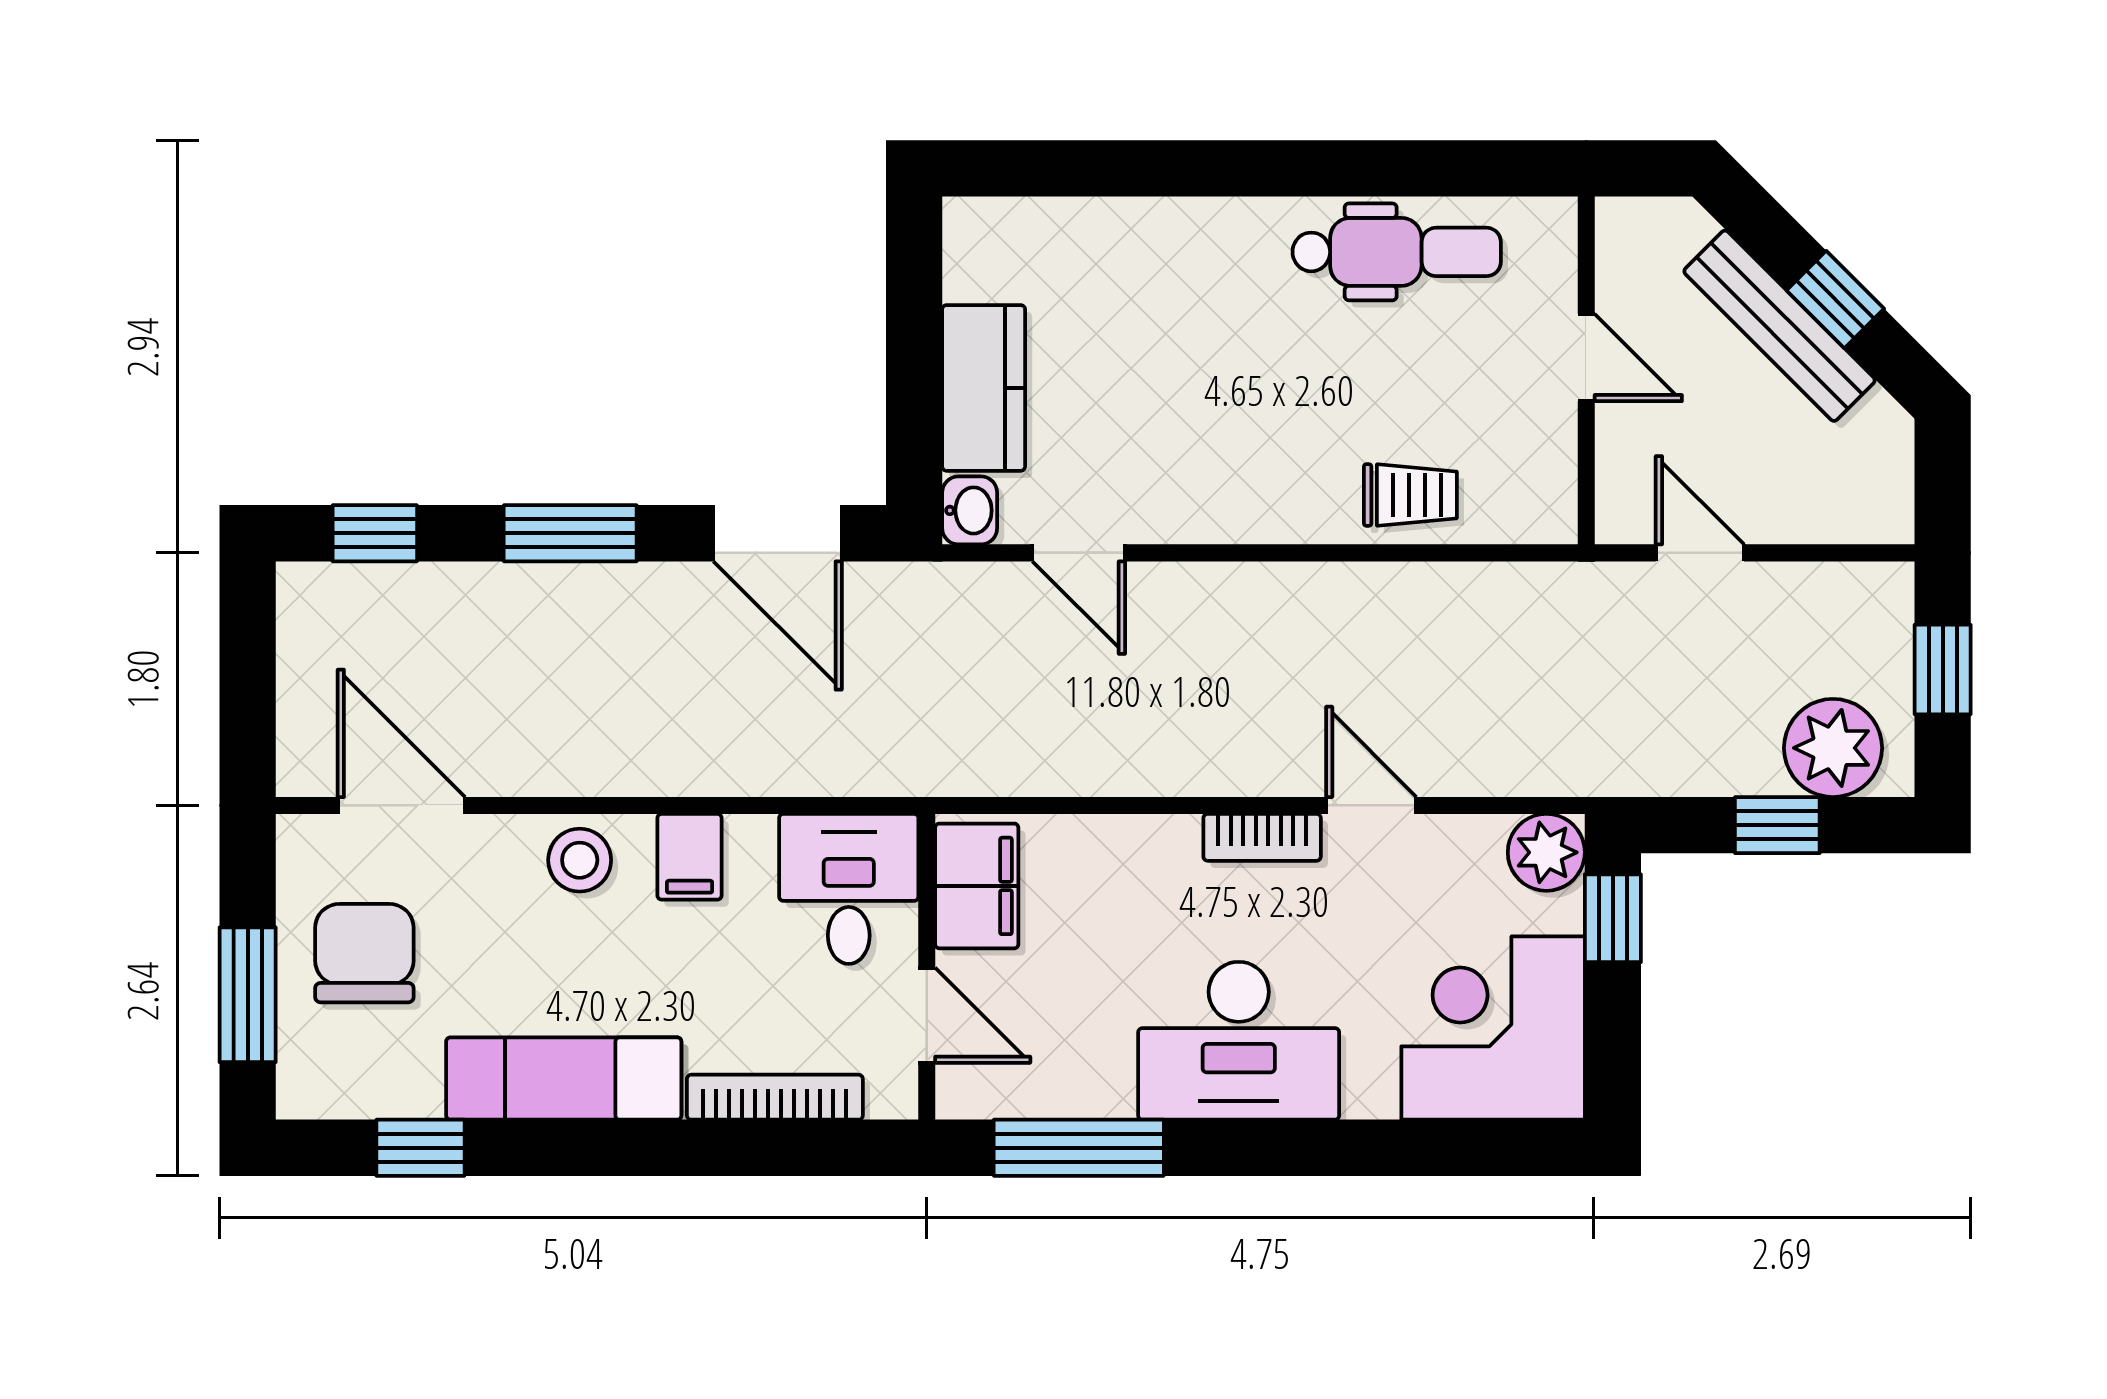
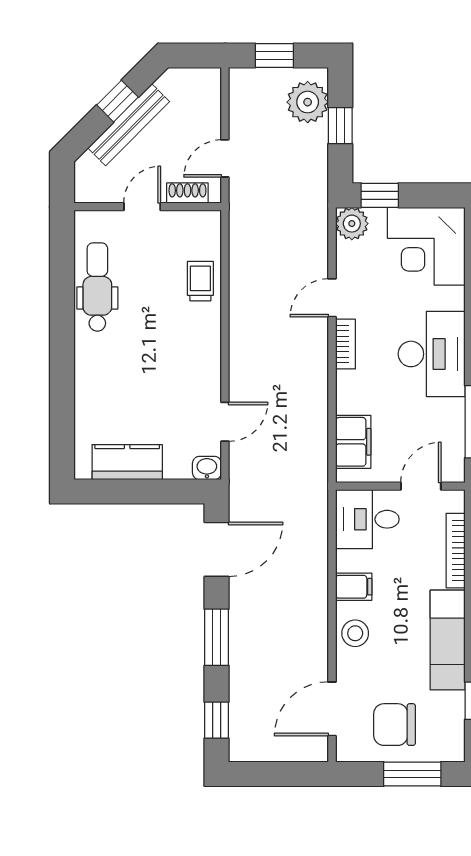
kitchen counter: (984, 388) -> (127, 462), moved
shoe rack: (1618, 465) -> (187, 193), added
filing cabinet: (977, 886) -> (353, 442), moved, turned 90

